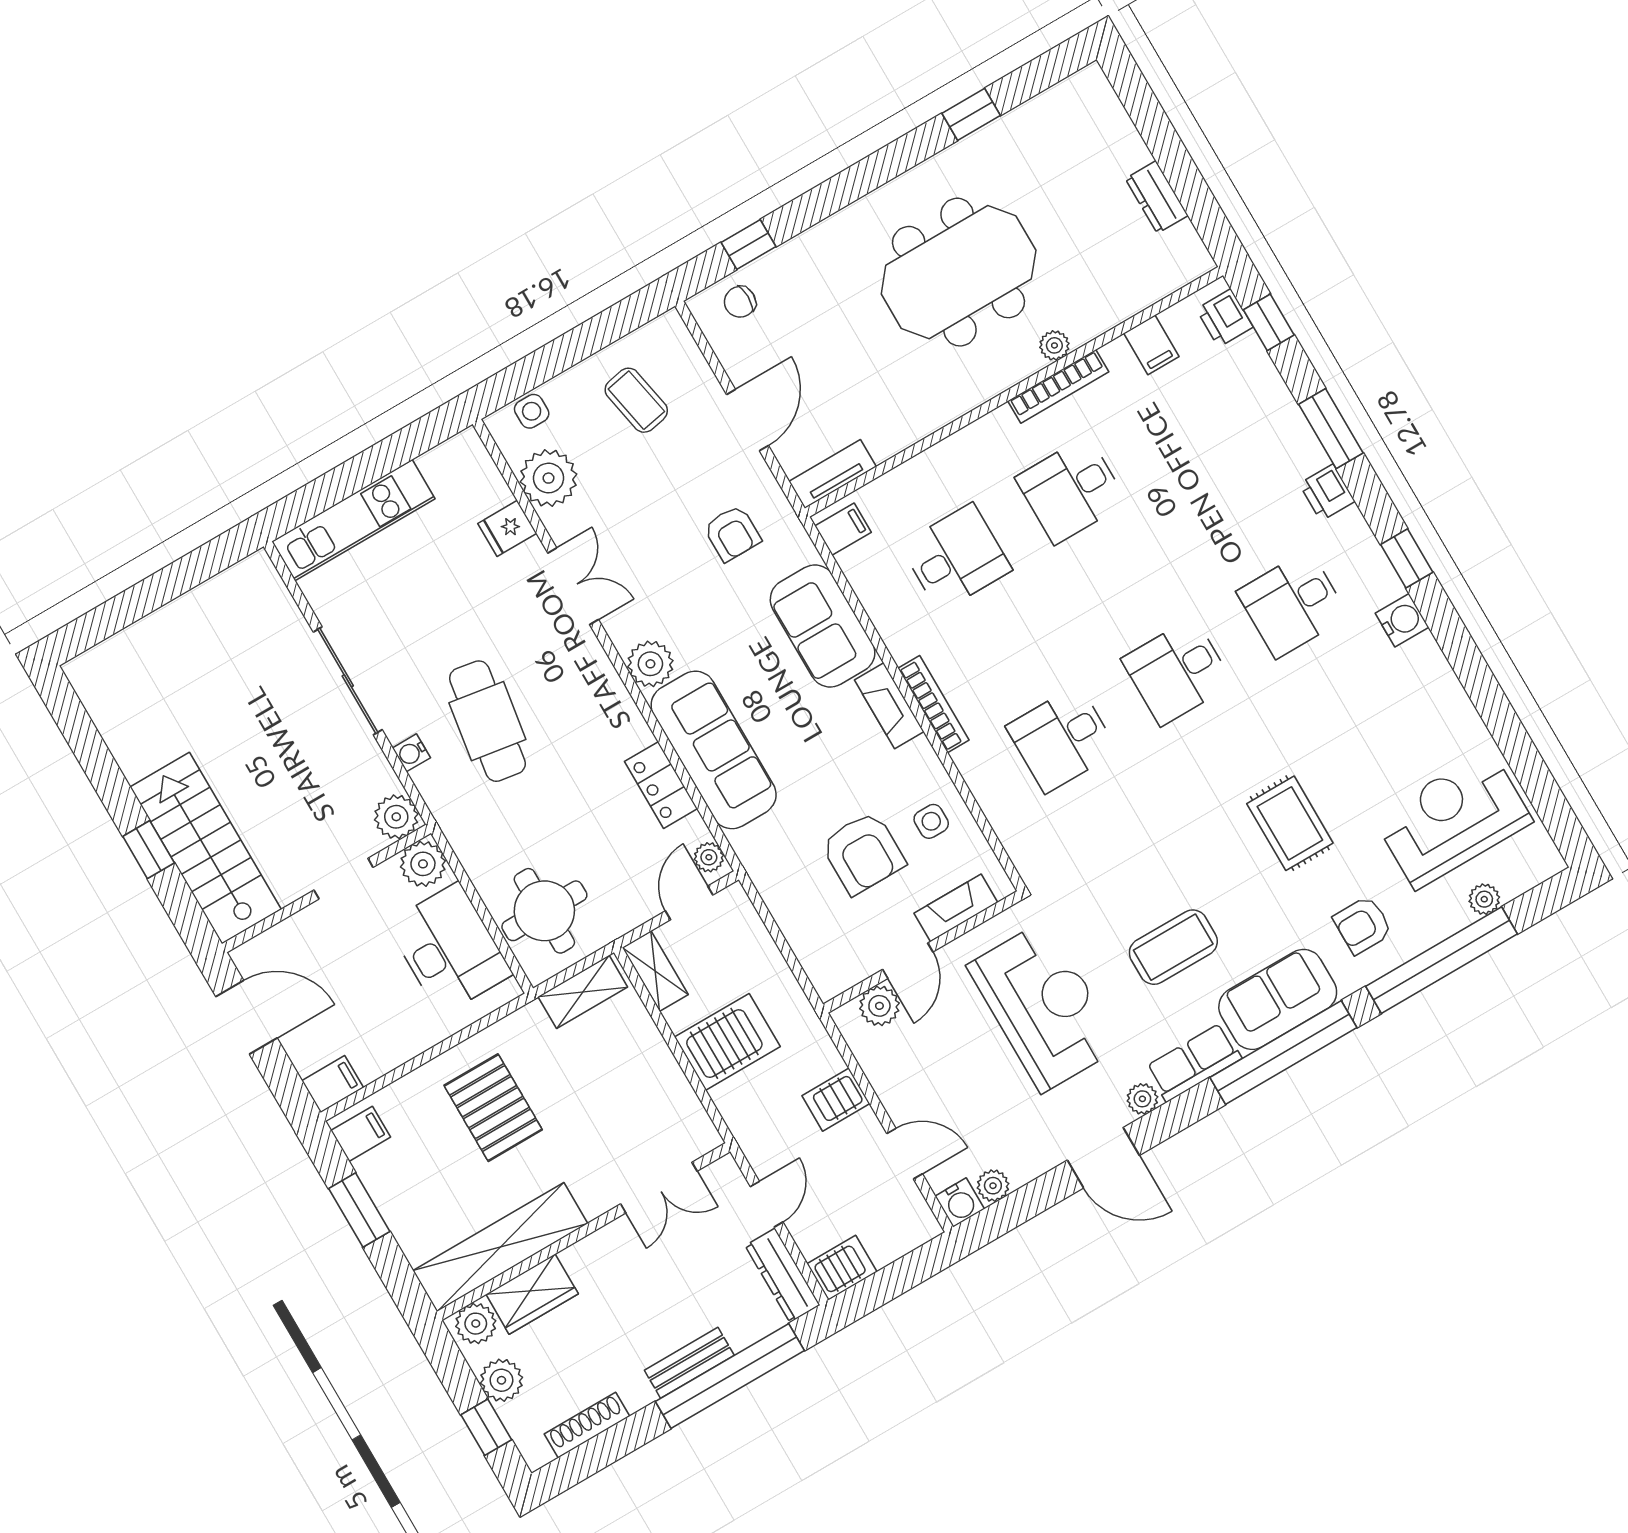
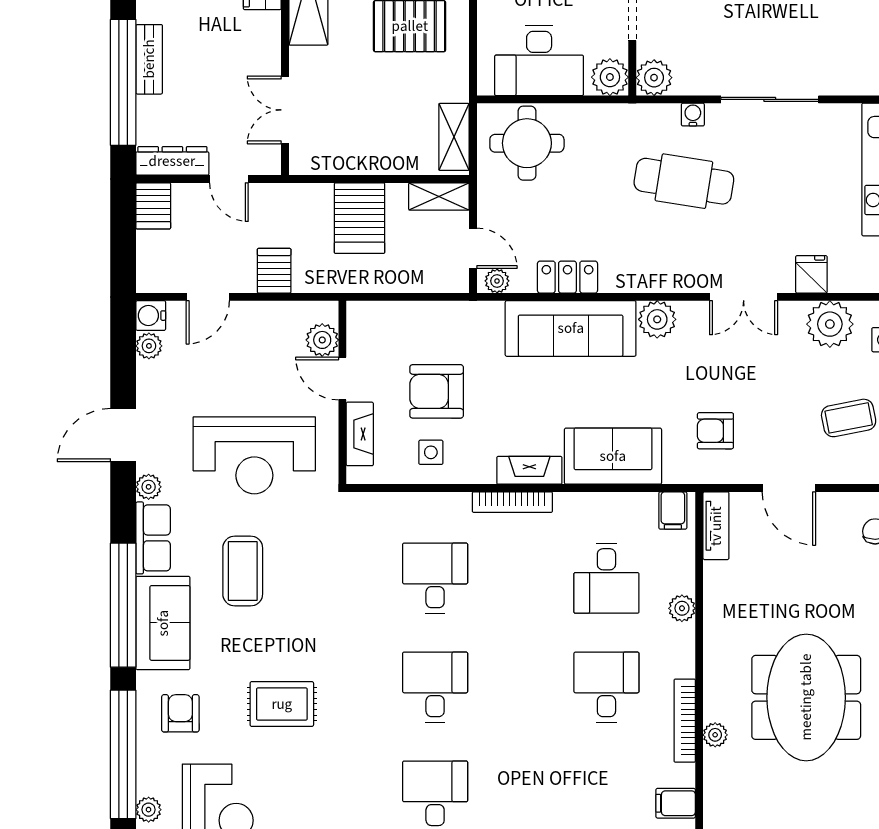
plant: (941, 459) -> (682, 608), added

